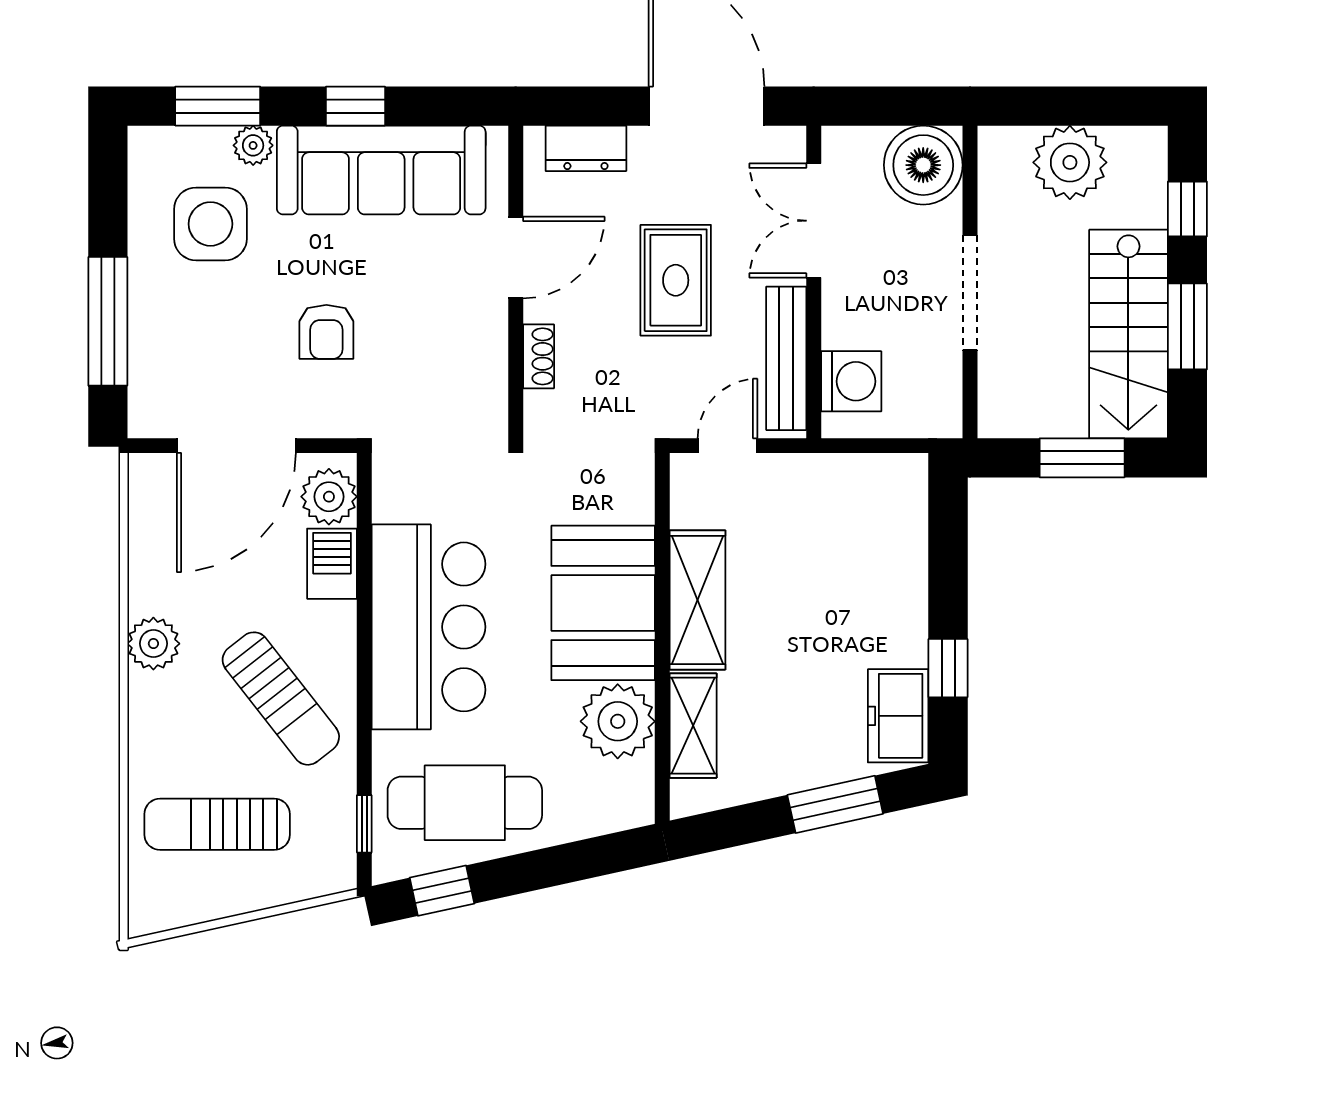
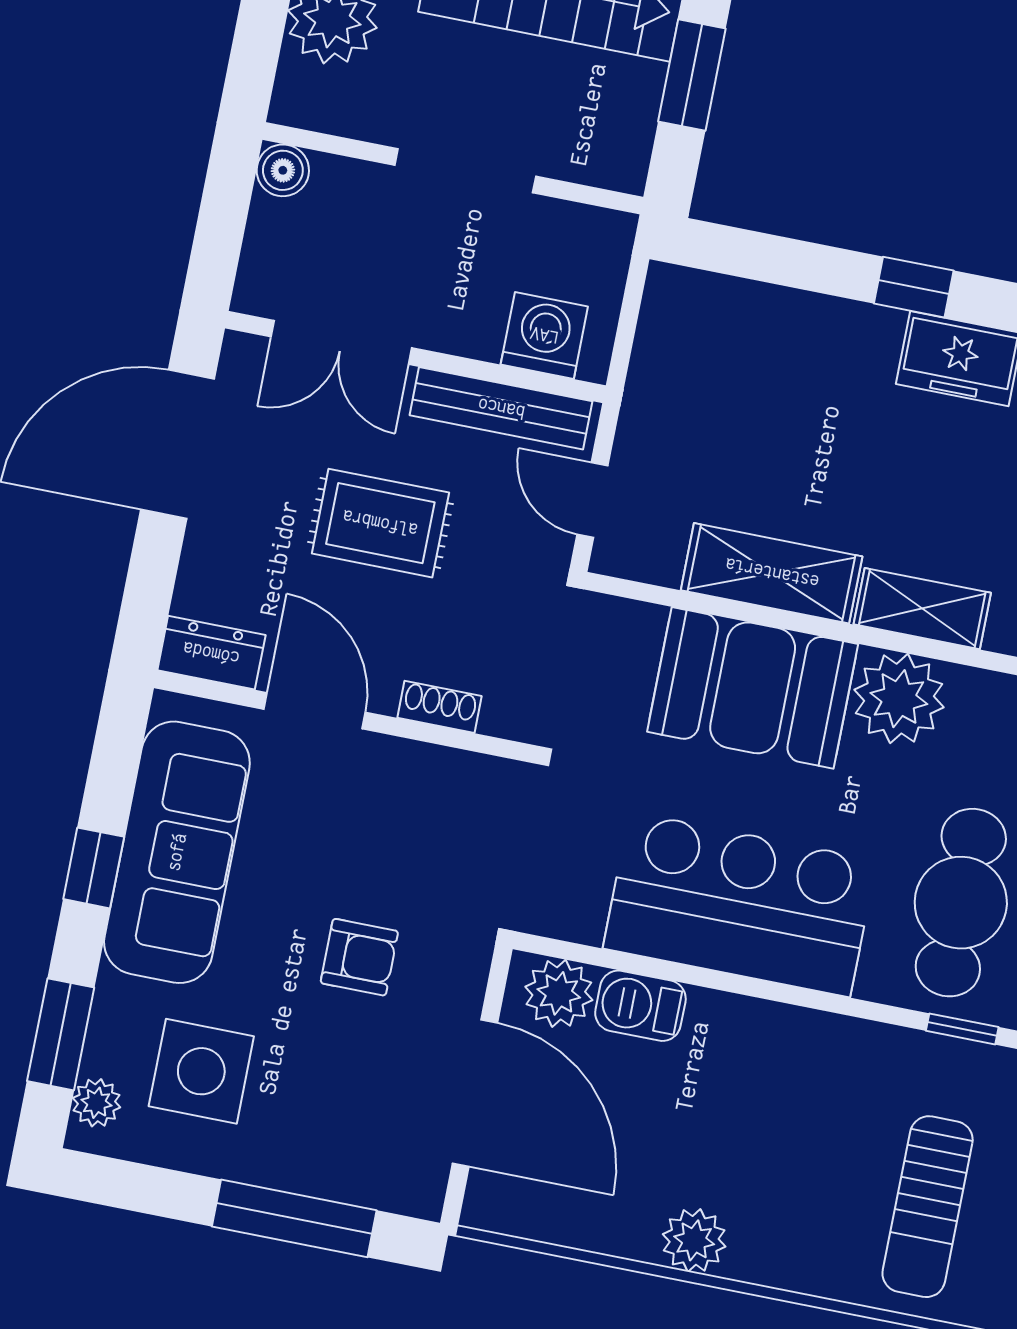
plant: (253, 145) -> (97, 1103), moved
dresser: (586, 148) -> (211, 653), moved, turned -90
boiler: (923, 165) -> (283, 170), width x0.54, depth x0.54
sun lounger: (281, 699) -> (791, 1100), removed

